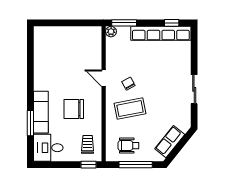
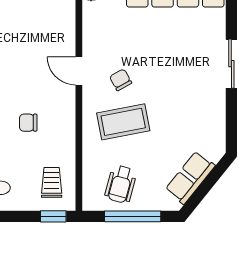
sliding door: (194, 89) -> (231, 64), moved
chair: (74, 109) -> (28, 123), width x0.54, depth x0.54
wheelchair: (128, 146) -> (121, 184), turned -75

